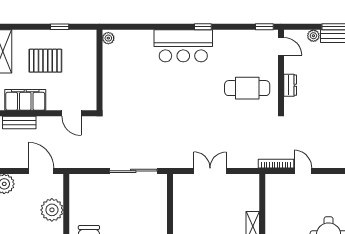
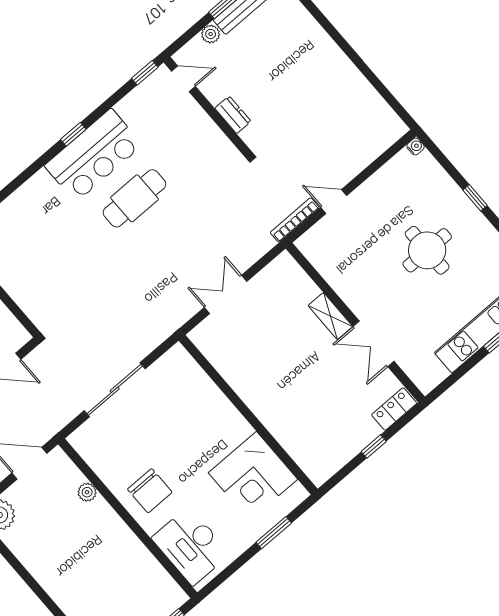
bar counter: (183, 46) -> (94, 155), moved
cafe table: (247, 88) -> (134, 198), moved
sliding door: (133, 171) -> (115, 390), moved
plant: (52, 210) -> (87, 492), width x0.53, depth x0.53

